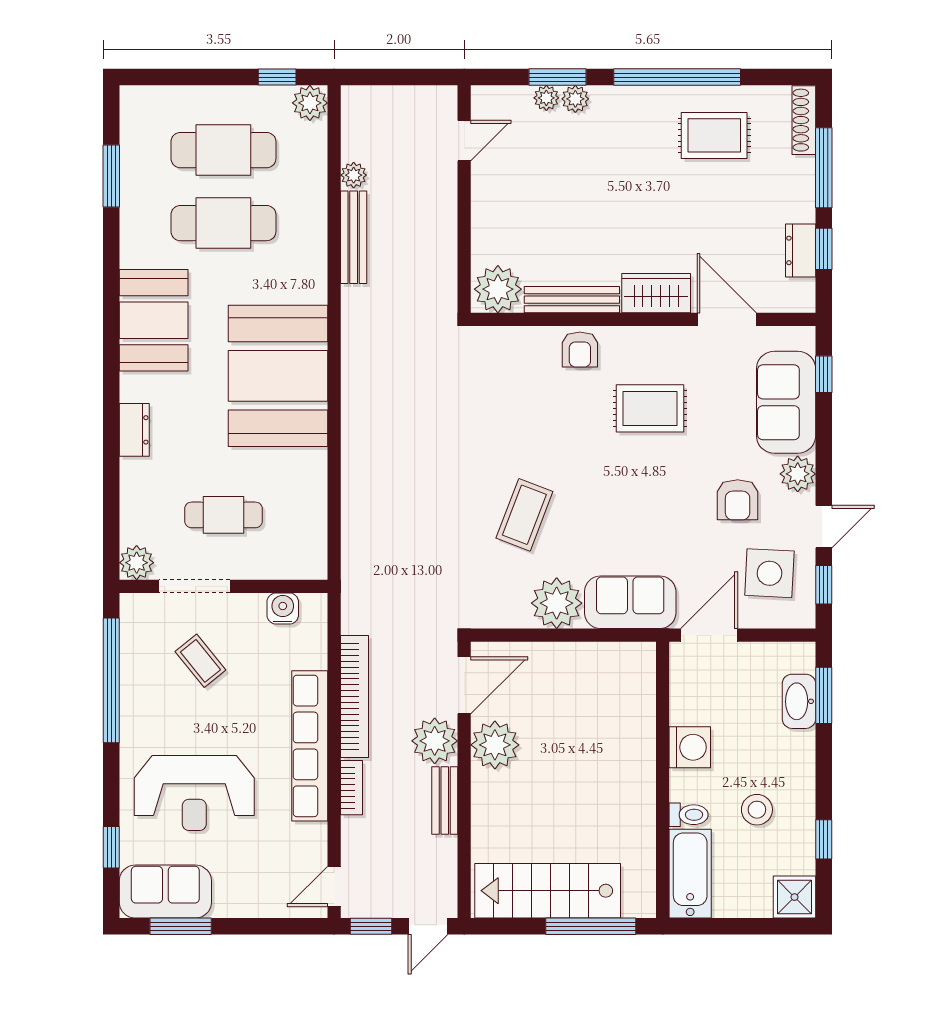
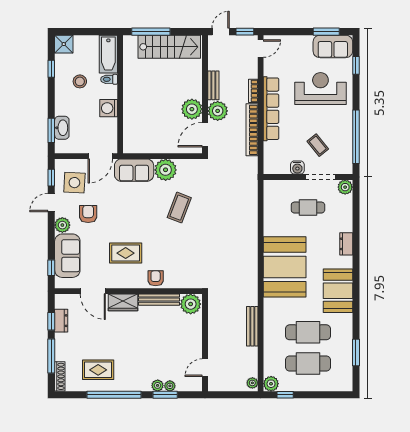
plant: (354, 175) -> (252, 383), moved
water cooler: (283, 609) -> (297, 167), moved

